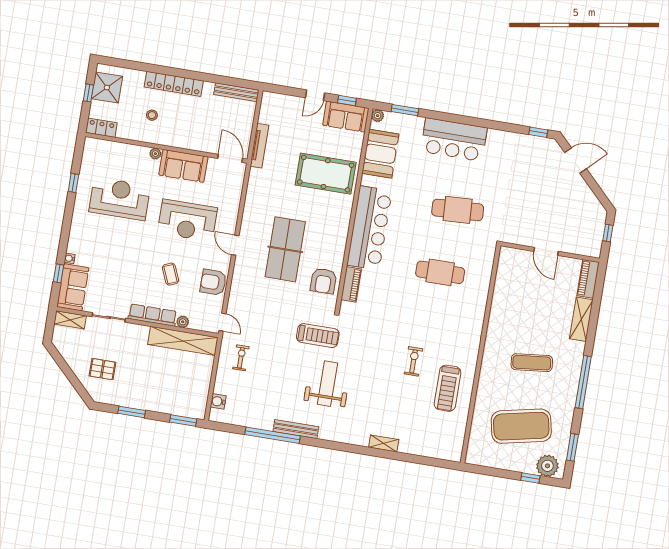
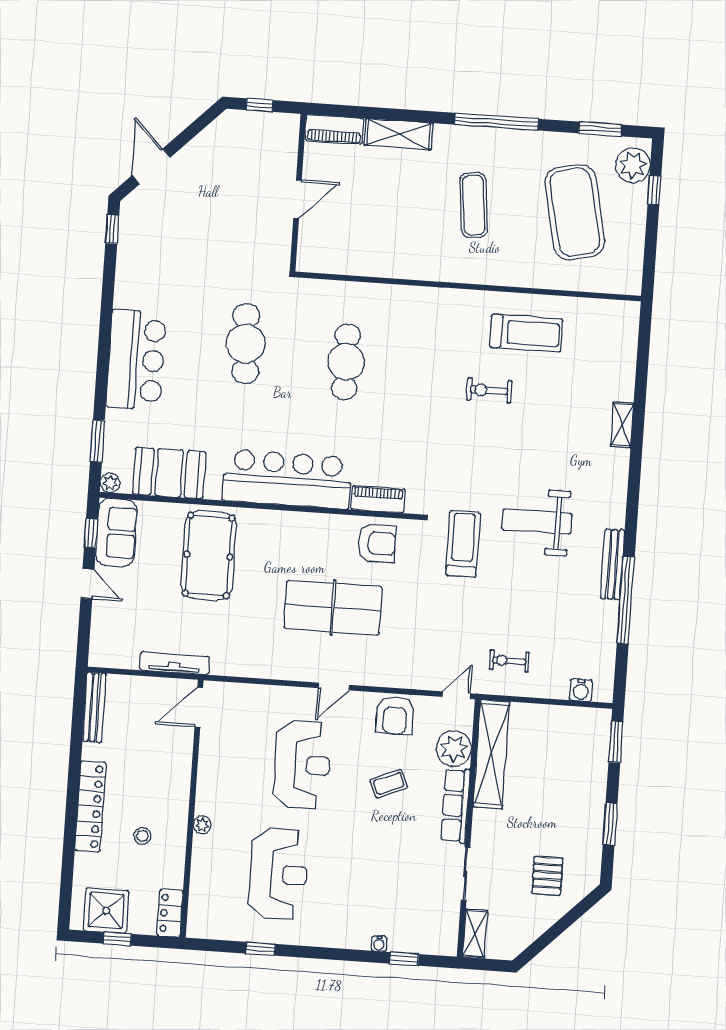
sofa: (183, 166) -> (217, 779), removed
reception desk: (120, 199) -> (278, 874), turned 180
sofa: (73, 287) -> (424, 934), removed
plant: (183, 322) -> (454, 748), width x1.88, depth x1.88

